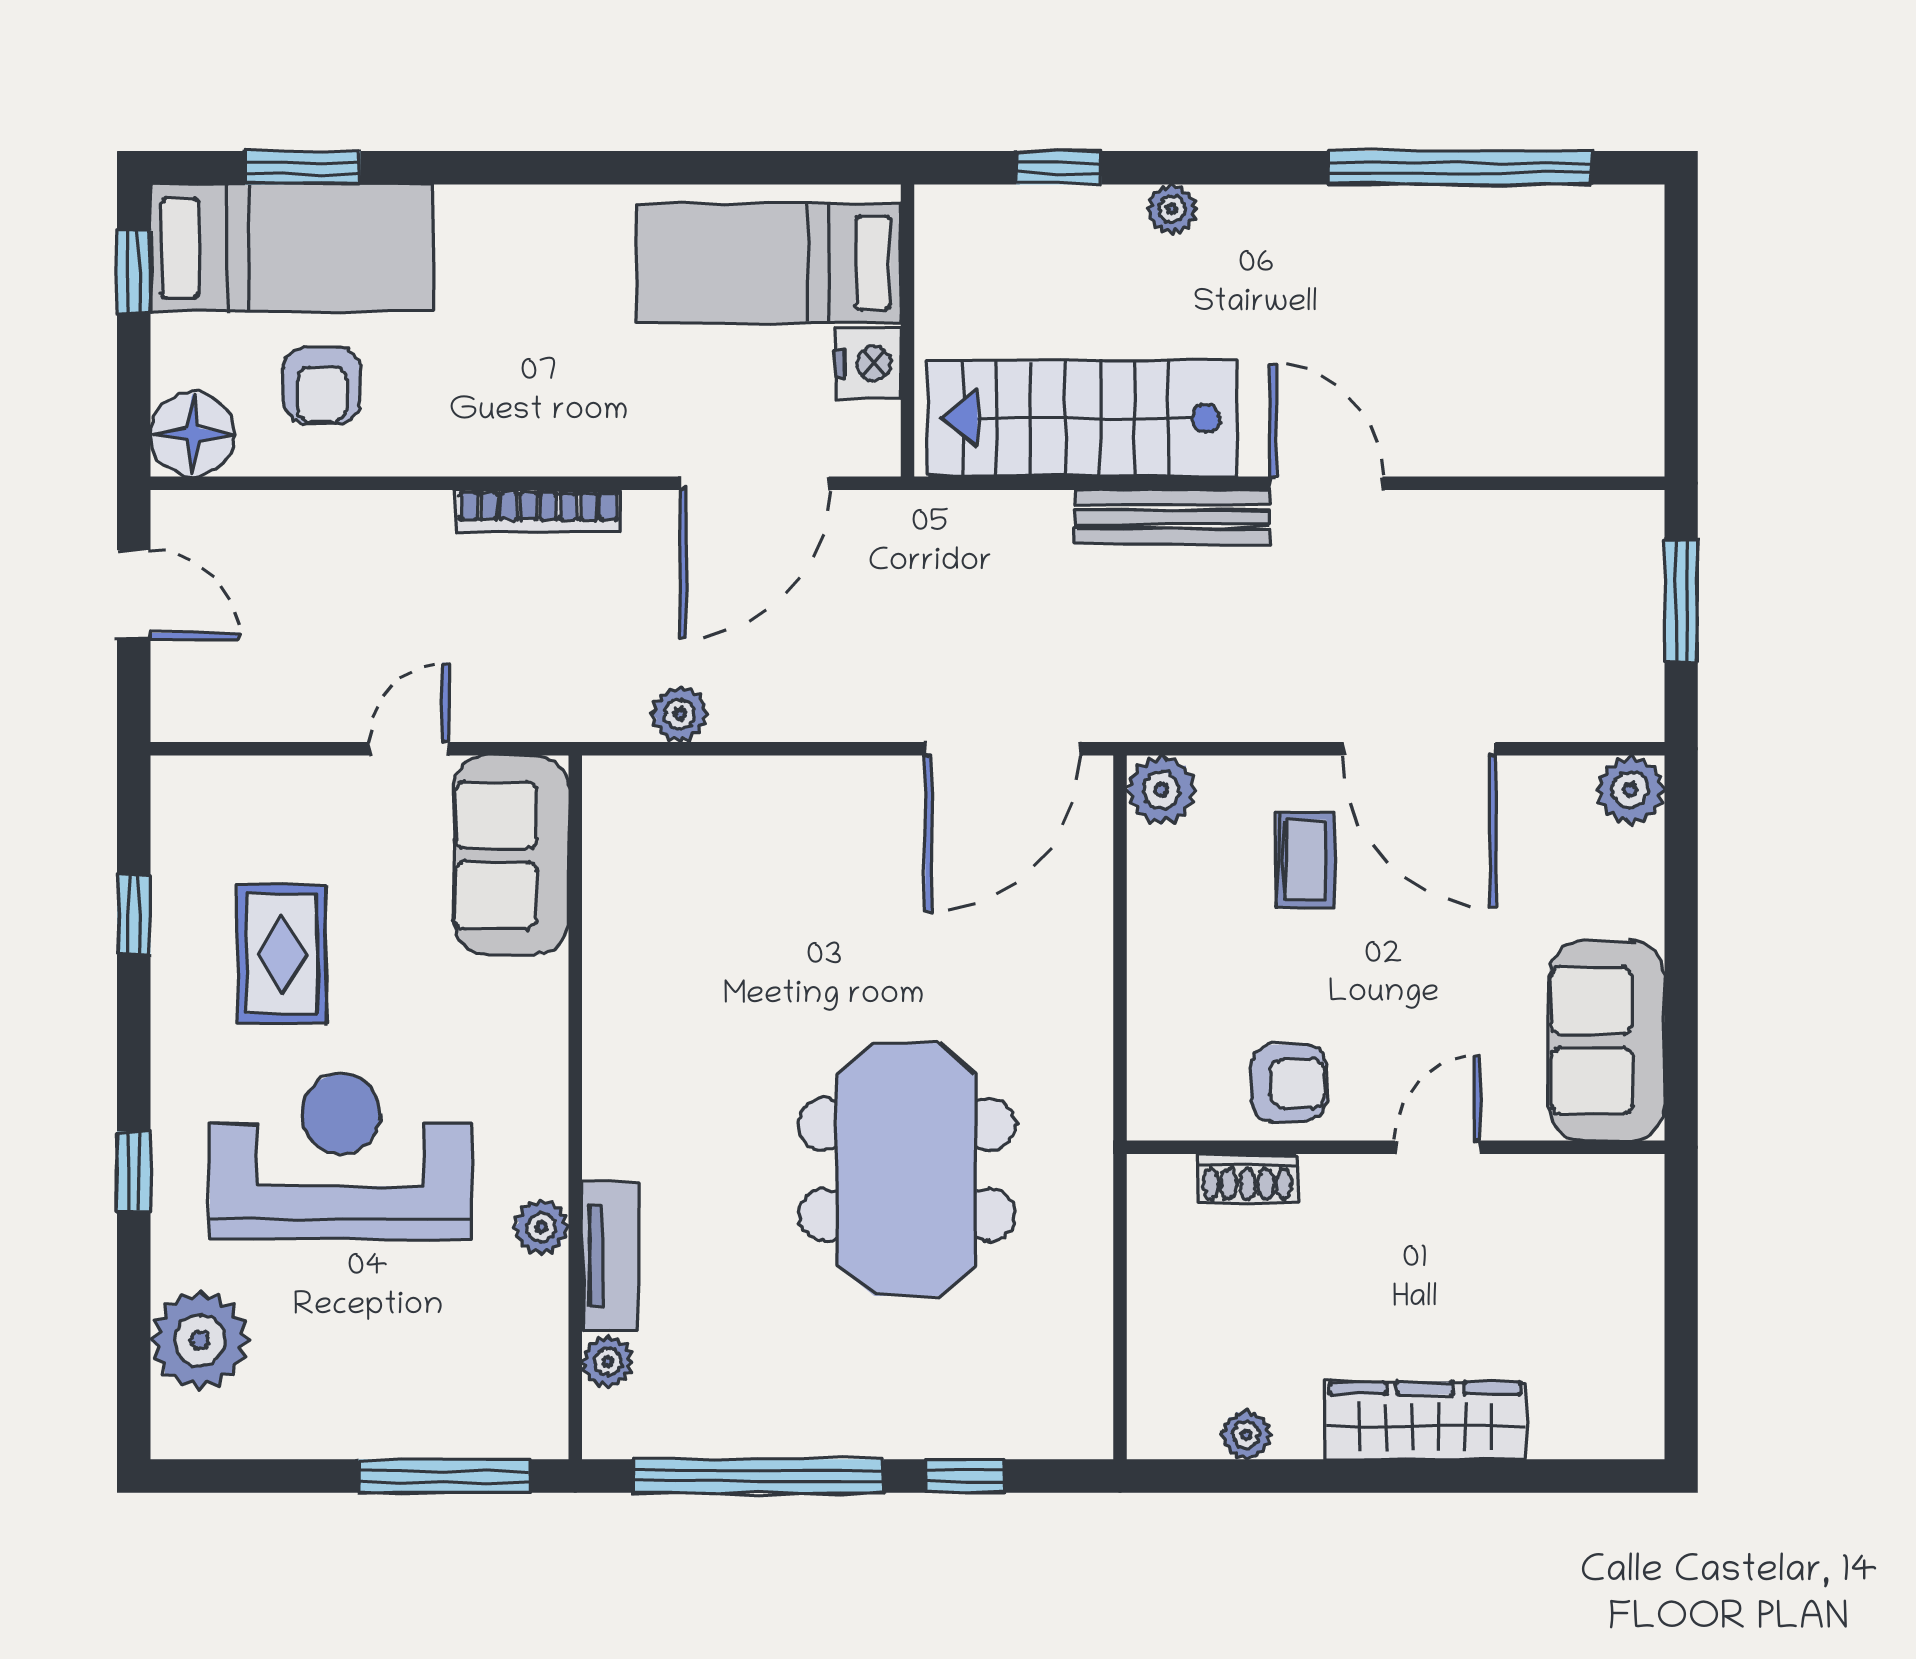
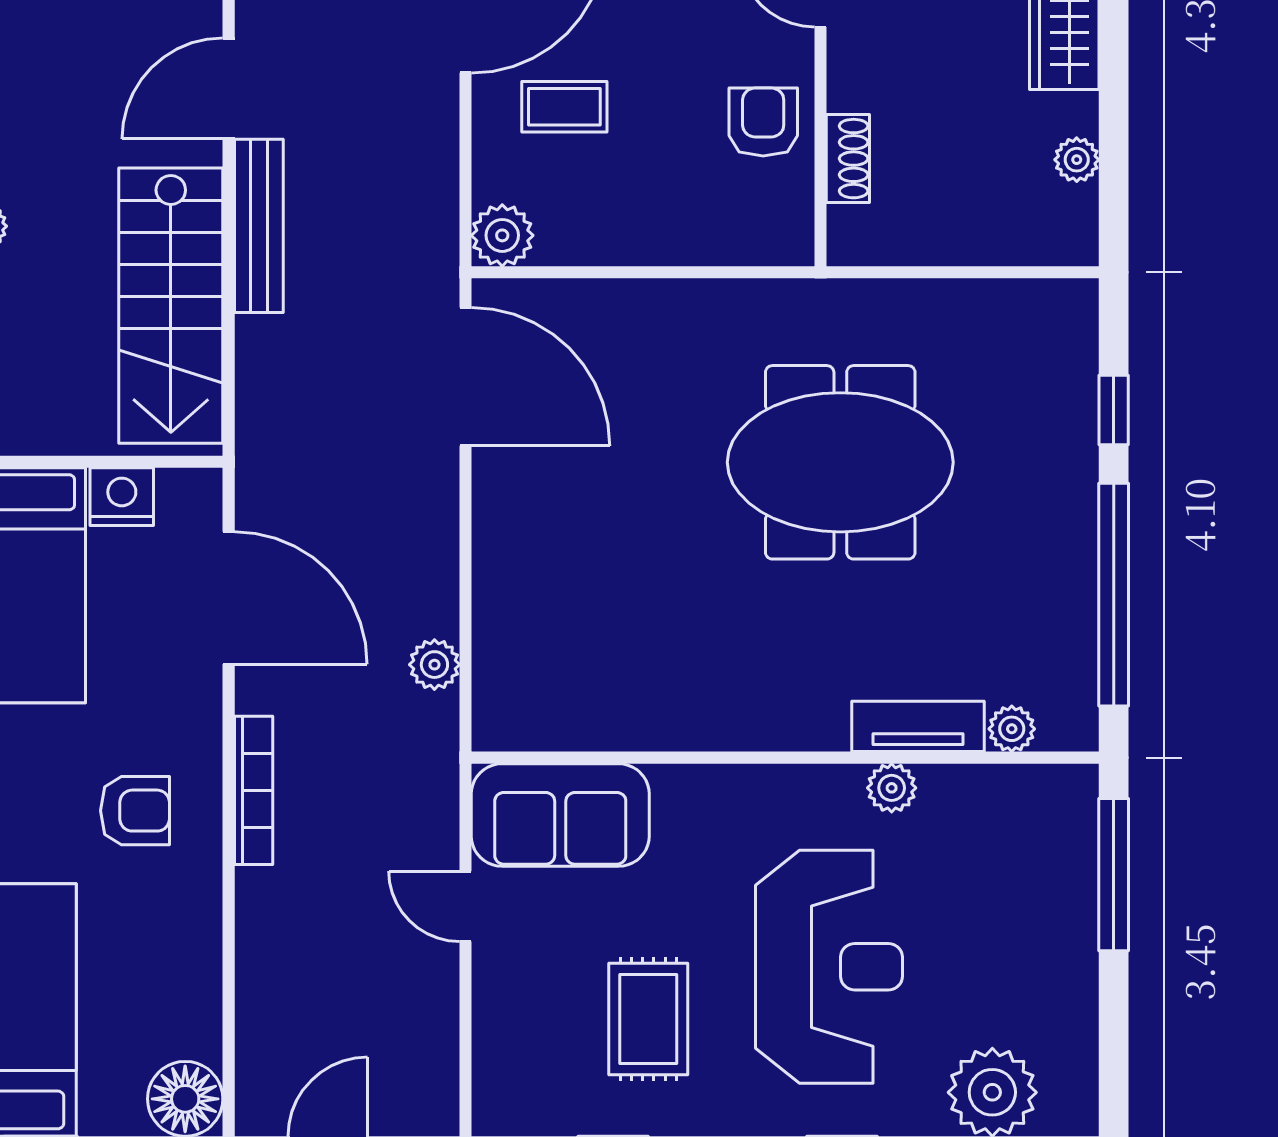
armchair: (322, 385) -> (135, 811), moved
rug: (282, 954) -> (648, 1019), turned 90
reception desk: (341, 1157) -> (829, 967), turned 180

